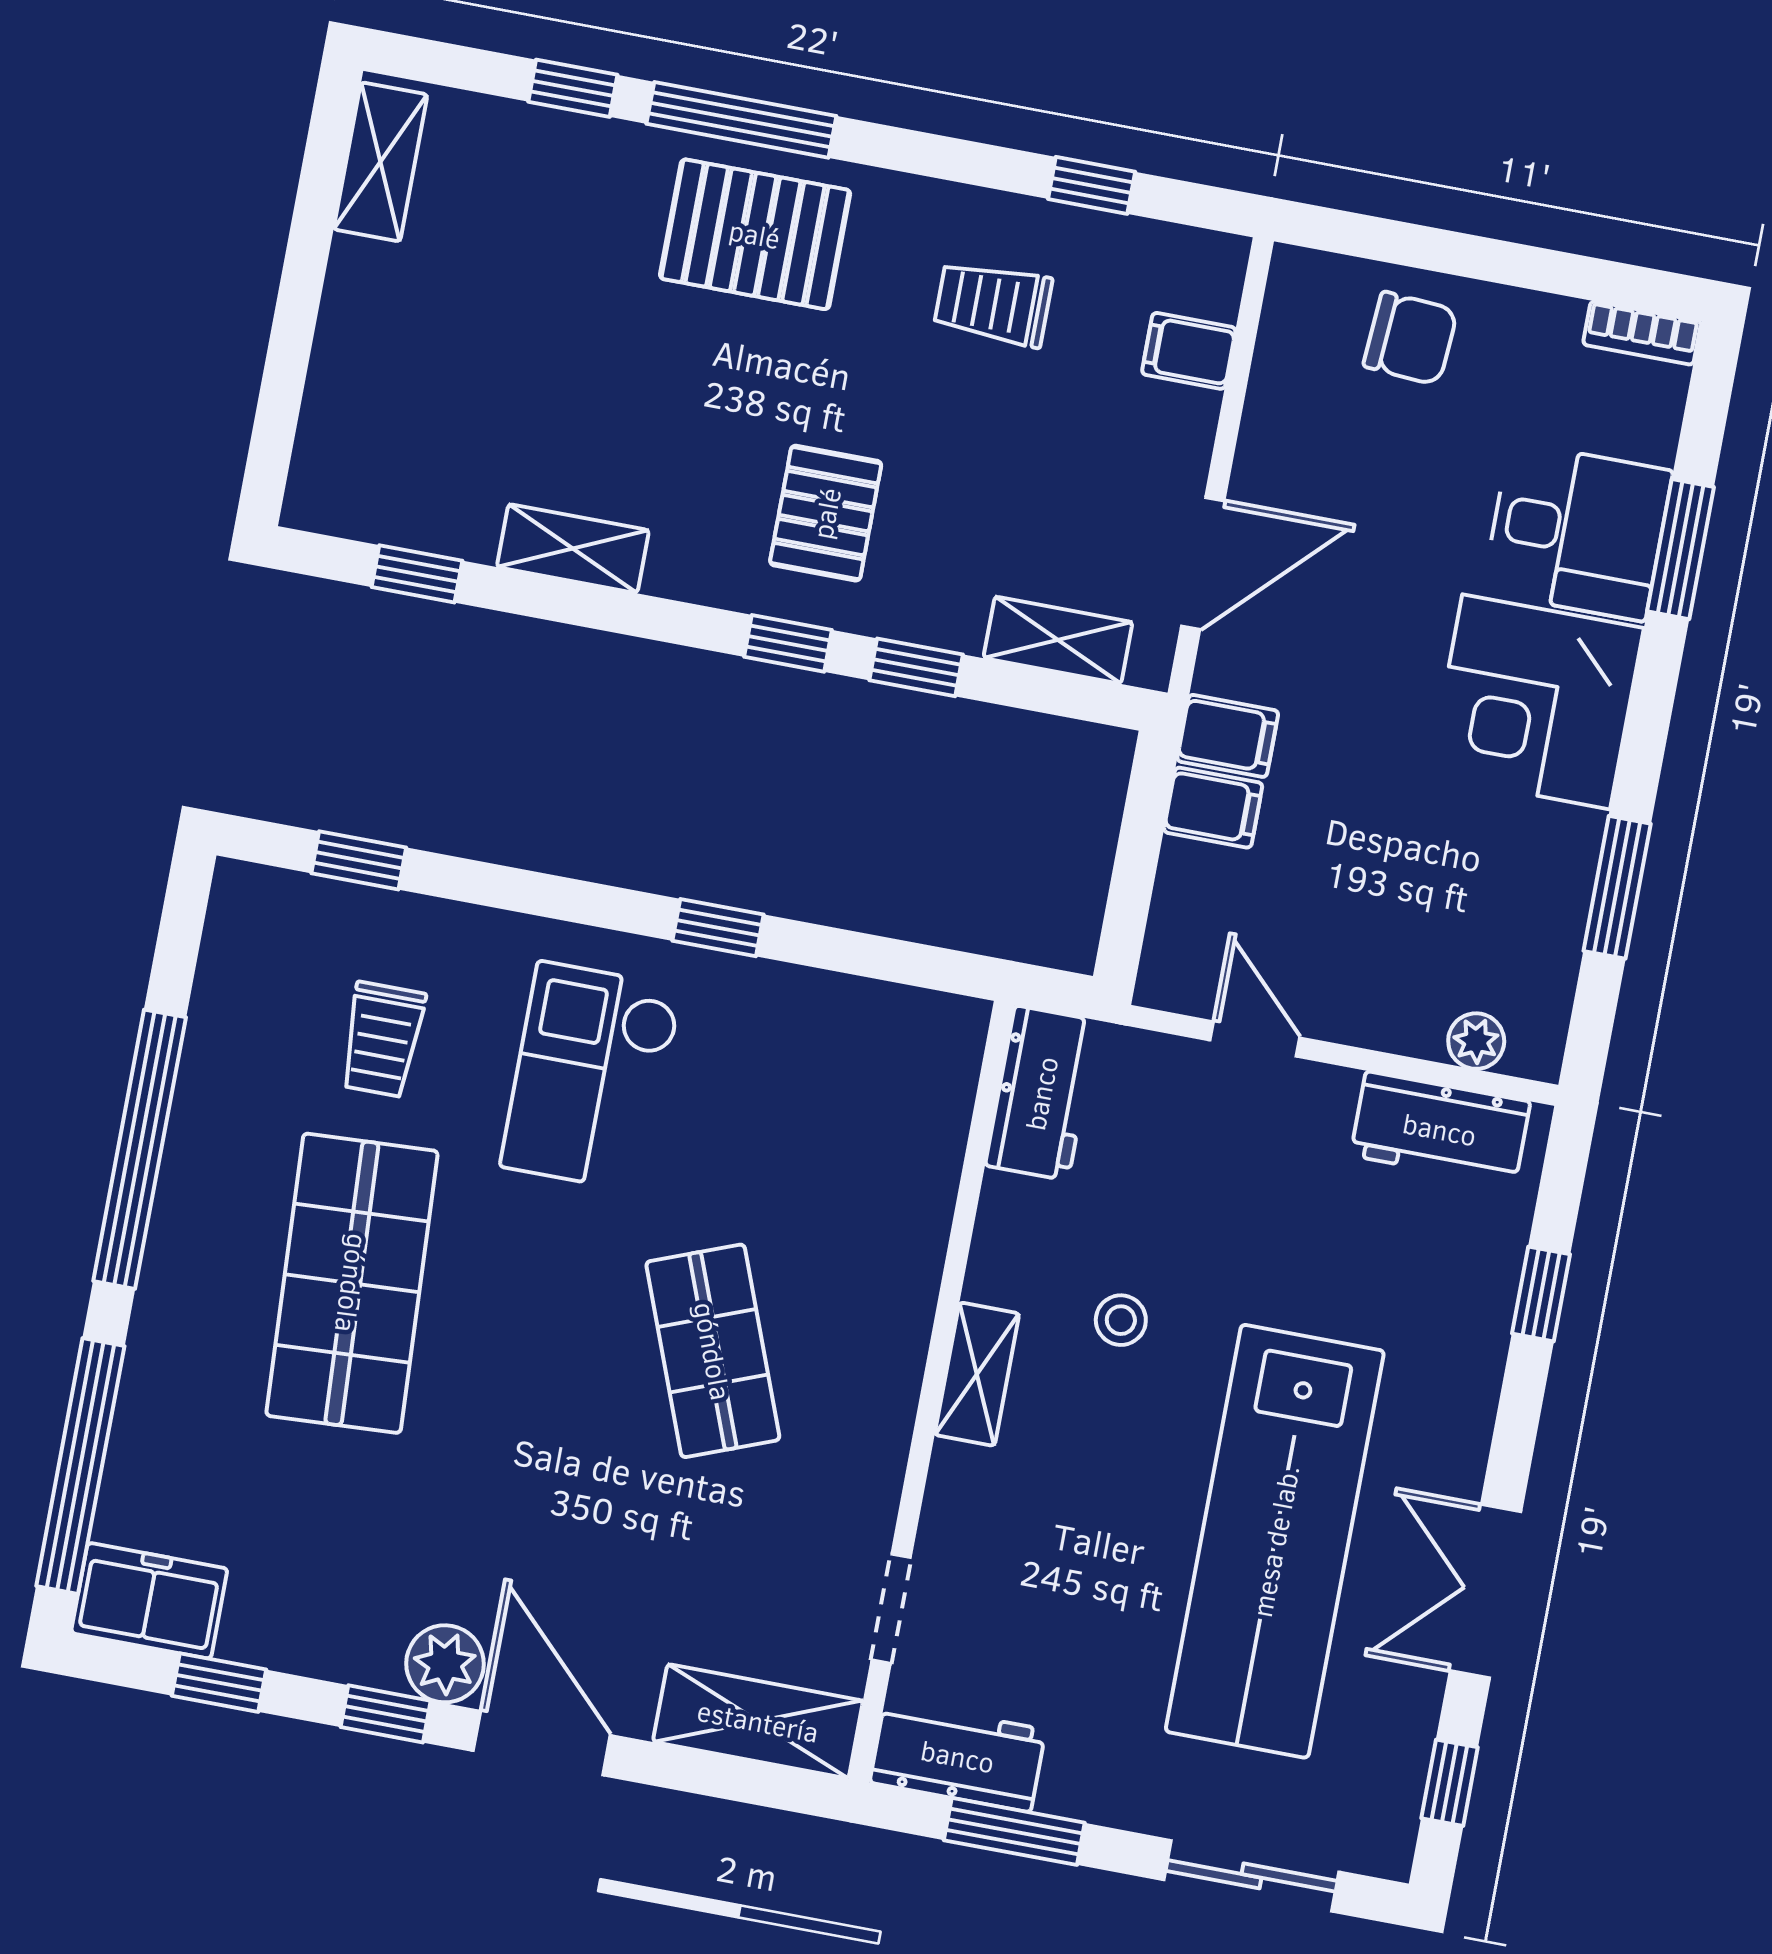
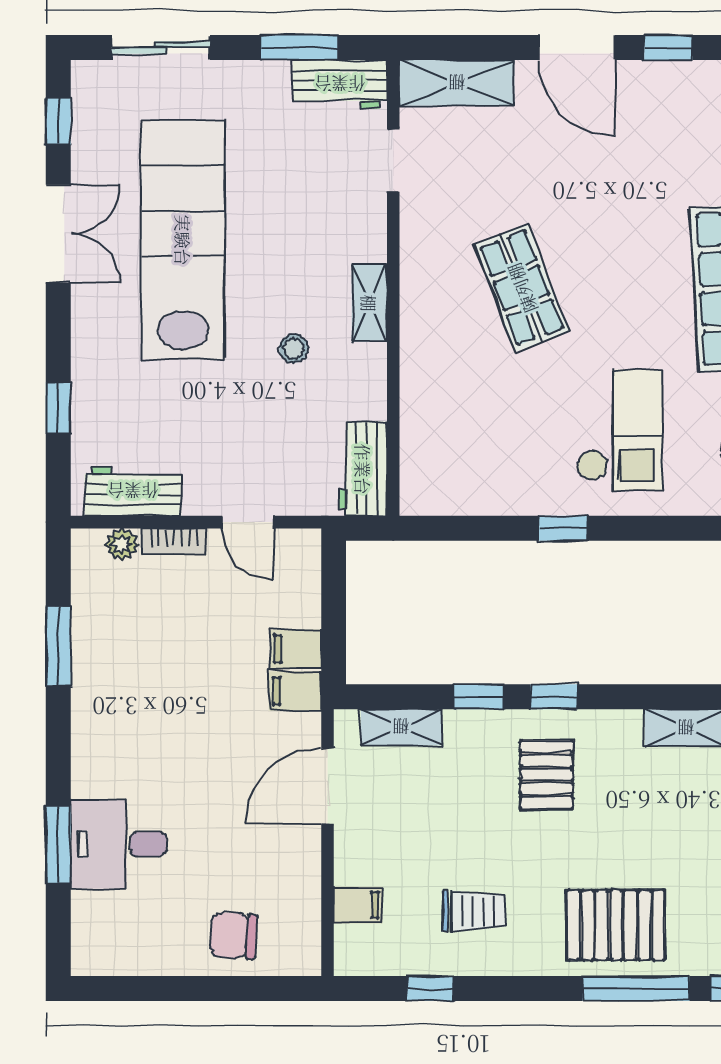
bookcase: (1642, 333) -> (174, 541), moved, turned 180
corner desk: (1536, 702) -> (124, 743), removed
plant: (445, 1664) -> (640, 82), removed

